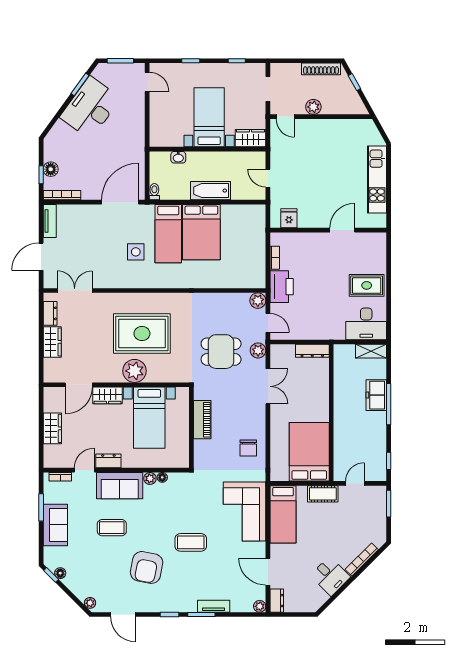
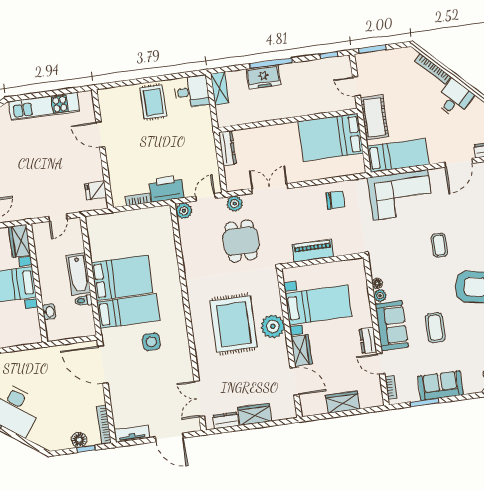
toilet: (154, 192) -> (83, 301), moved
desk: (366, 324) -> (192, 92), width x0.73
cot: (323, 494) -> (374, 117), width x1.37, depth x1.34
coffee table: (191, 542) -> (439, 245), width x0.73, depth x0.77

